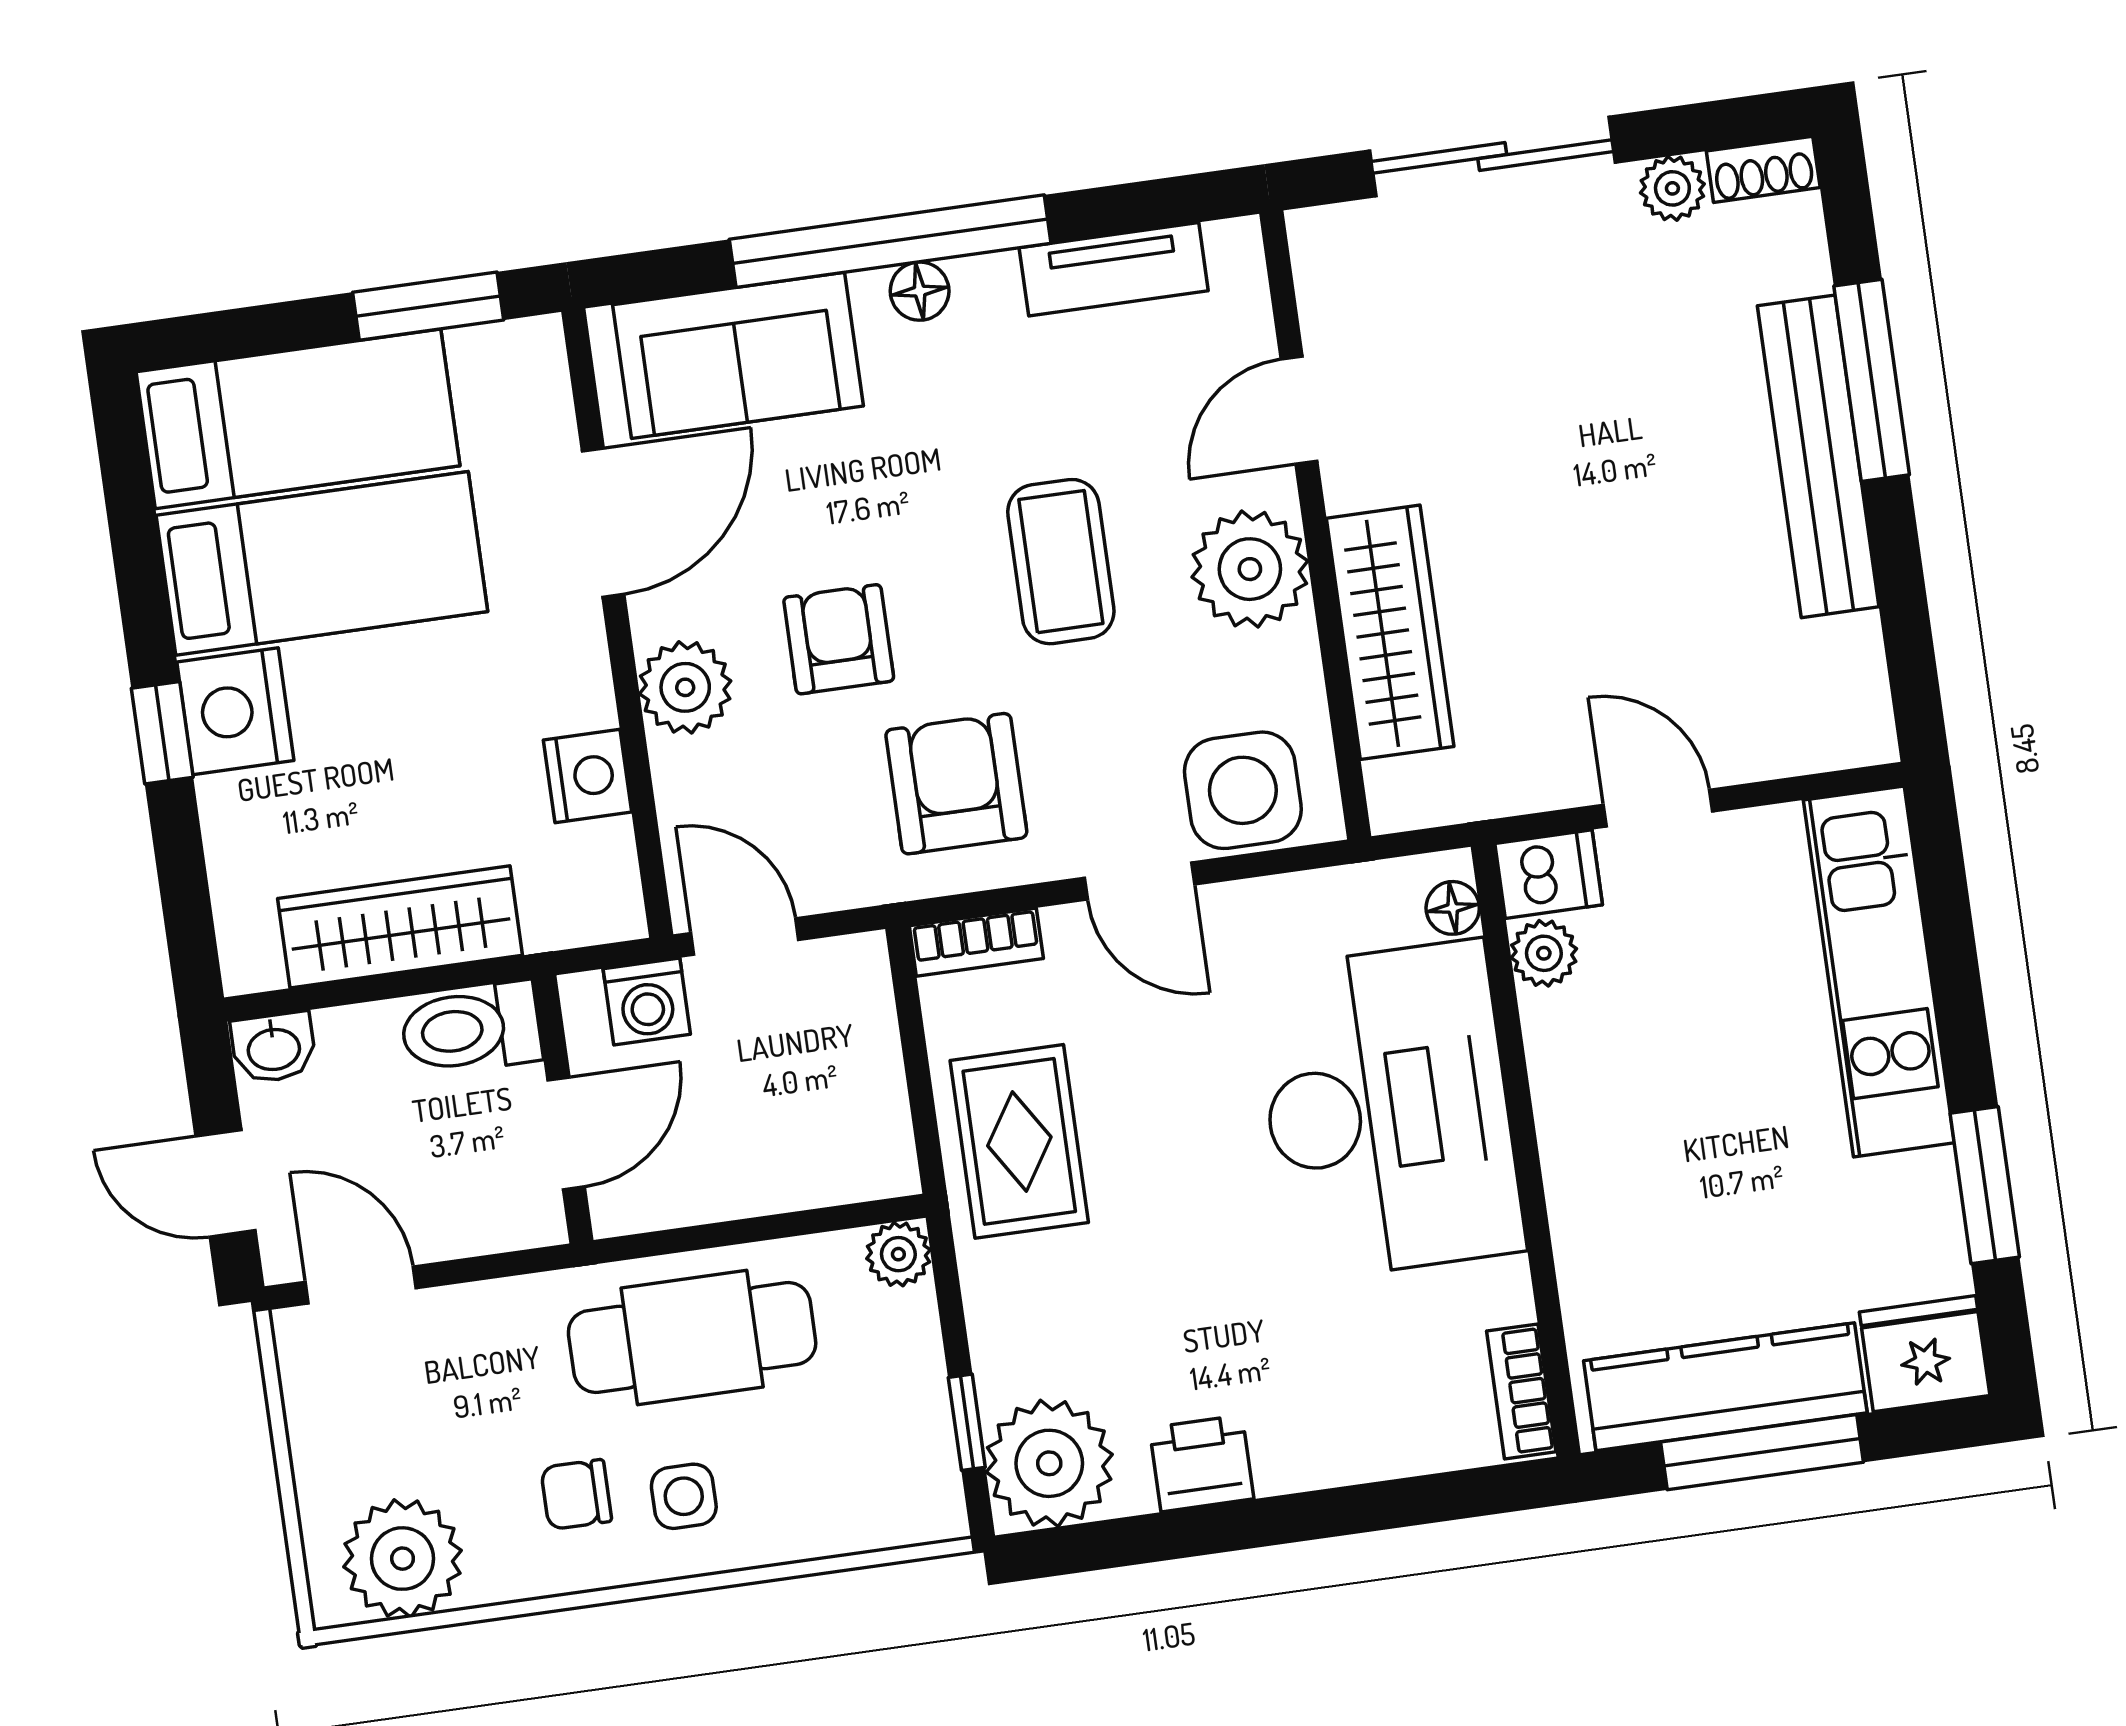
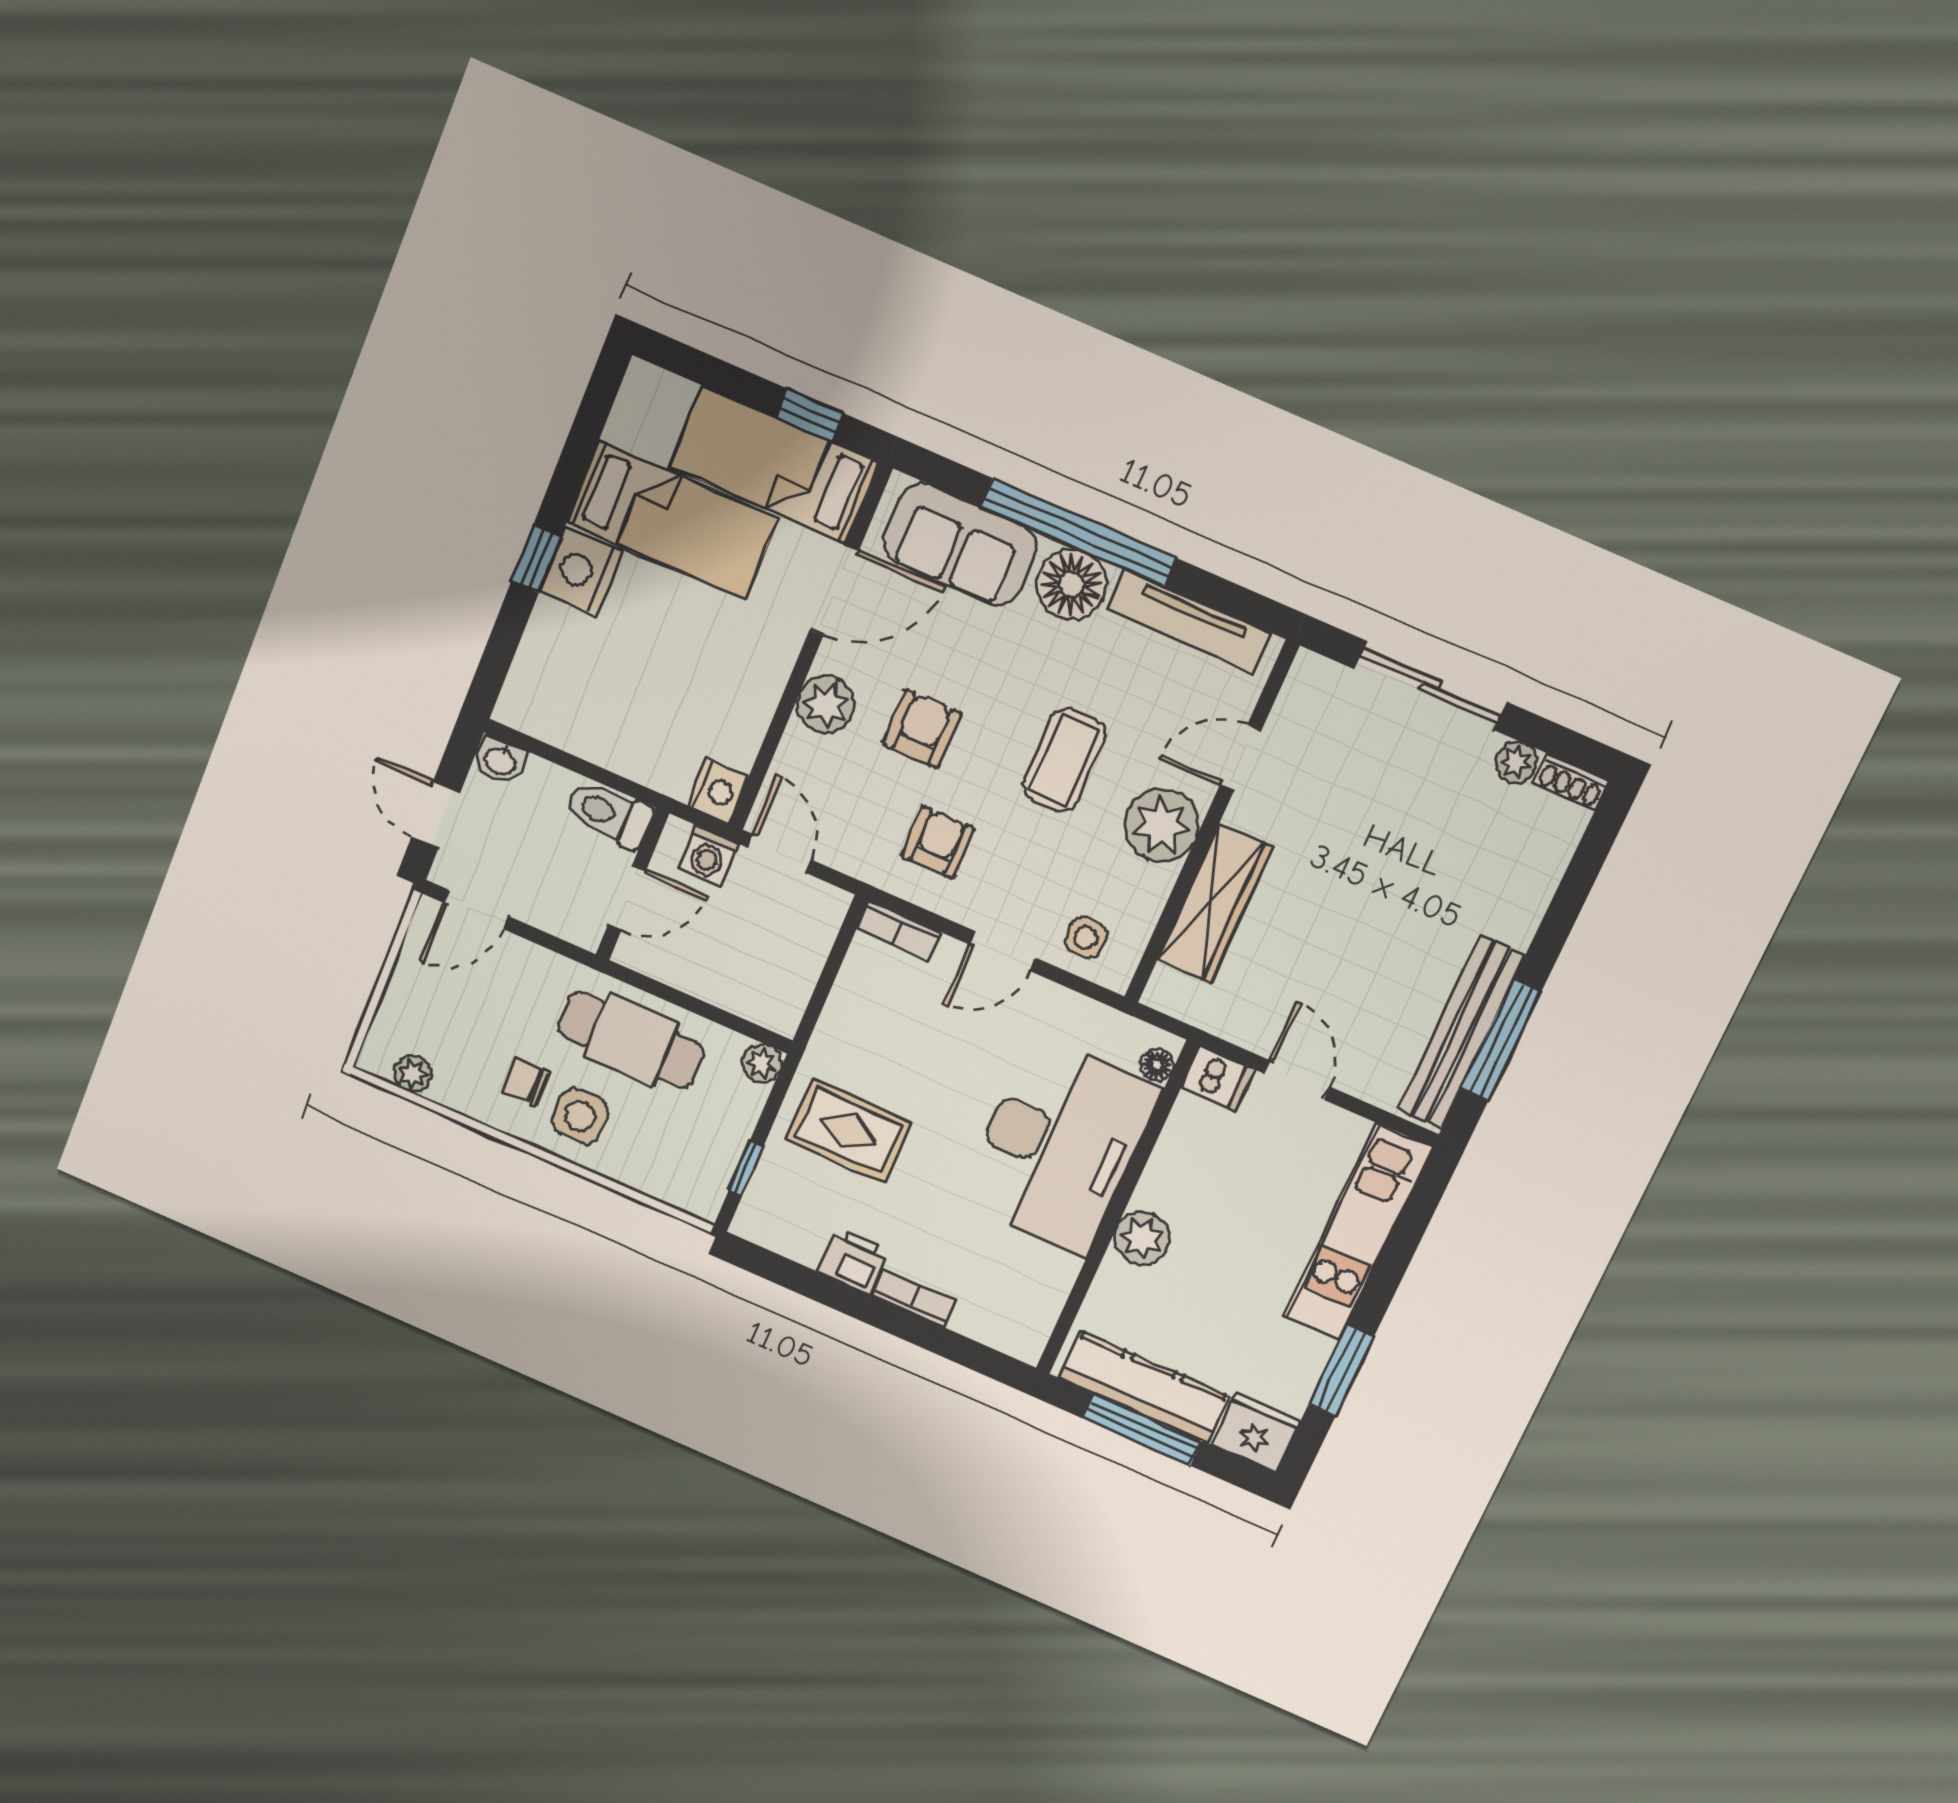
tv unit: (1114, 269) -> (1189, 621), width x1.41
floor lamp: (920, 291) -> (1071, 584), width x1.89, depth x1.89
window: (428, 306) -> (810, 415), width x0.67
window: (1872, 380) -> (1501, 1041), moved
bed: (298, 419) -> (774, 465), moved, turned 180
bench: (1818, 456) -> (1461, 1032), moved
nightstand: (587, 776) -> (717, 791), moved
armchair: (956, 784) -> (938, 842), width x0.72, depth x0.72
side table: (1243, 790) -> (1086, 938), width x0.54, depth x0.54
door: (1139, 881) -> (1003, 951), hinge flipped
wardrobe: (400, 927) -> (602, 738), removed
plant: (1544, 953) -> (1142, 1238), moved, width x1.38, depth x1.38
rug: (1019, 1141) -> (849, 1131), moved, turned 90
door: (361, 1285) -> (476, 909), swing flipped
bookcase: (1521, 1391) -> (914, 1298), moved, turned 90
plant: (1049, 1463) -> (776, 1214), removed
side table: (684, 1496) -> (580, 1116), width x1.37, depth x1.37
plant: (403, 1559) -> (413, 1074), width x0.53, depth x0.53

